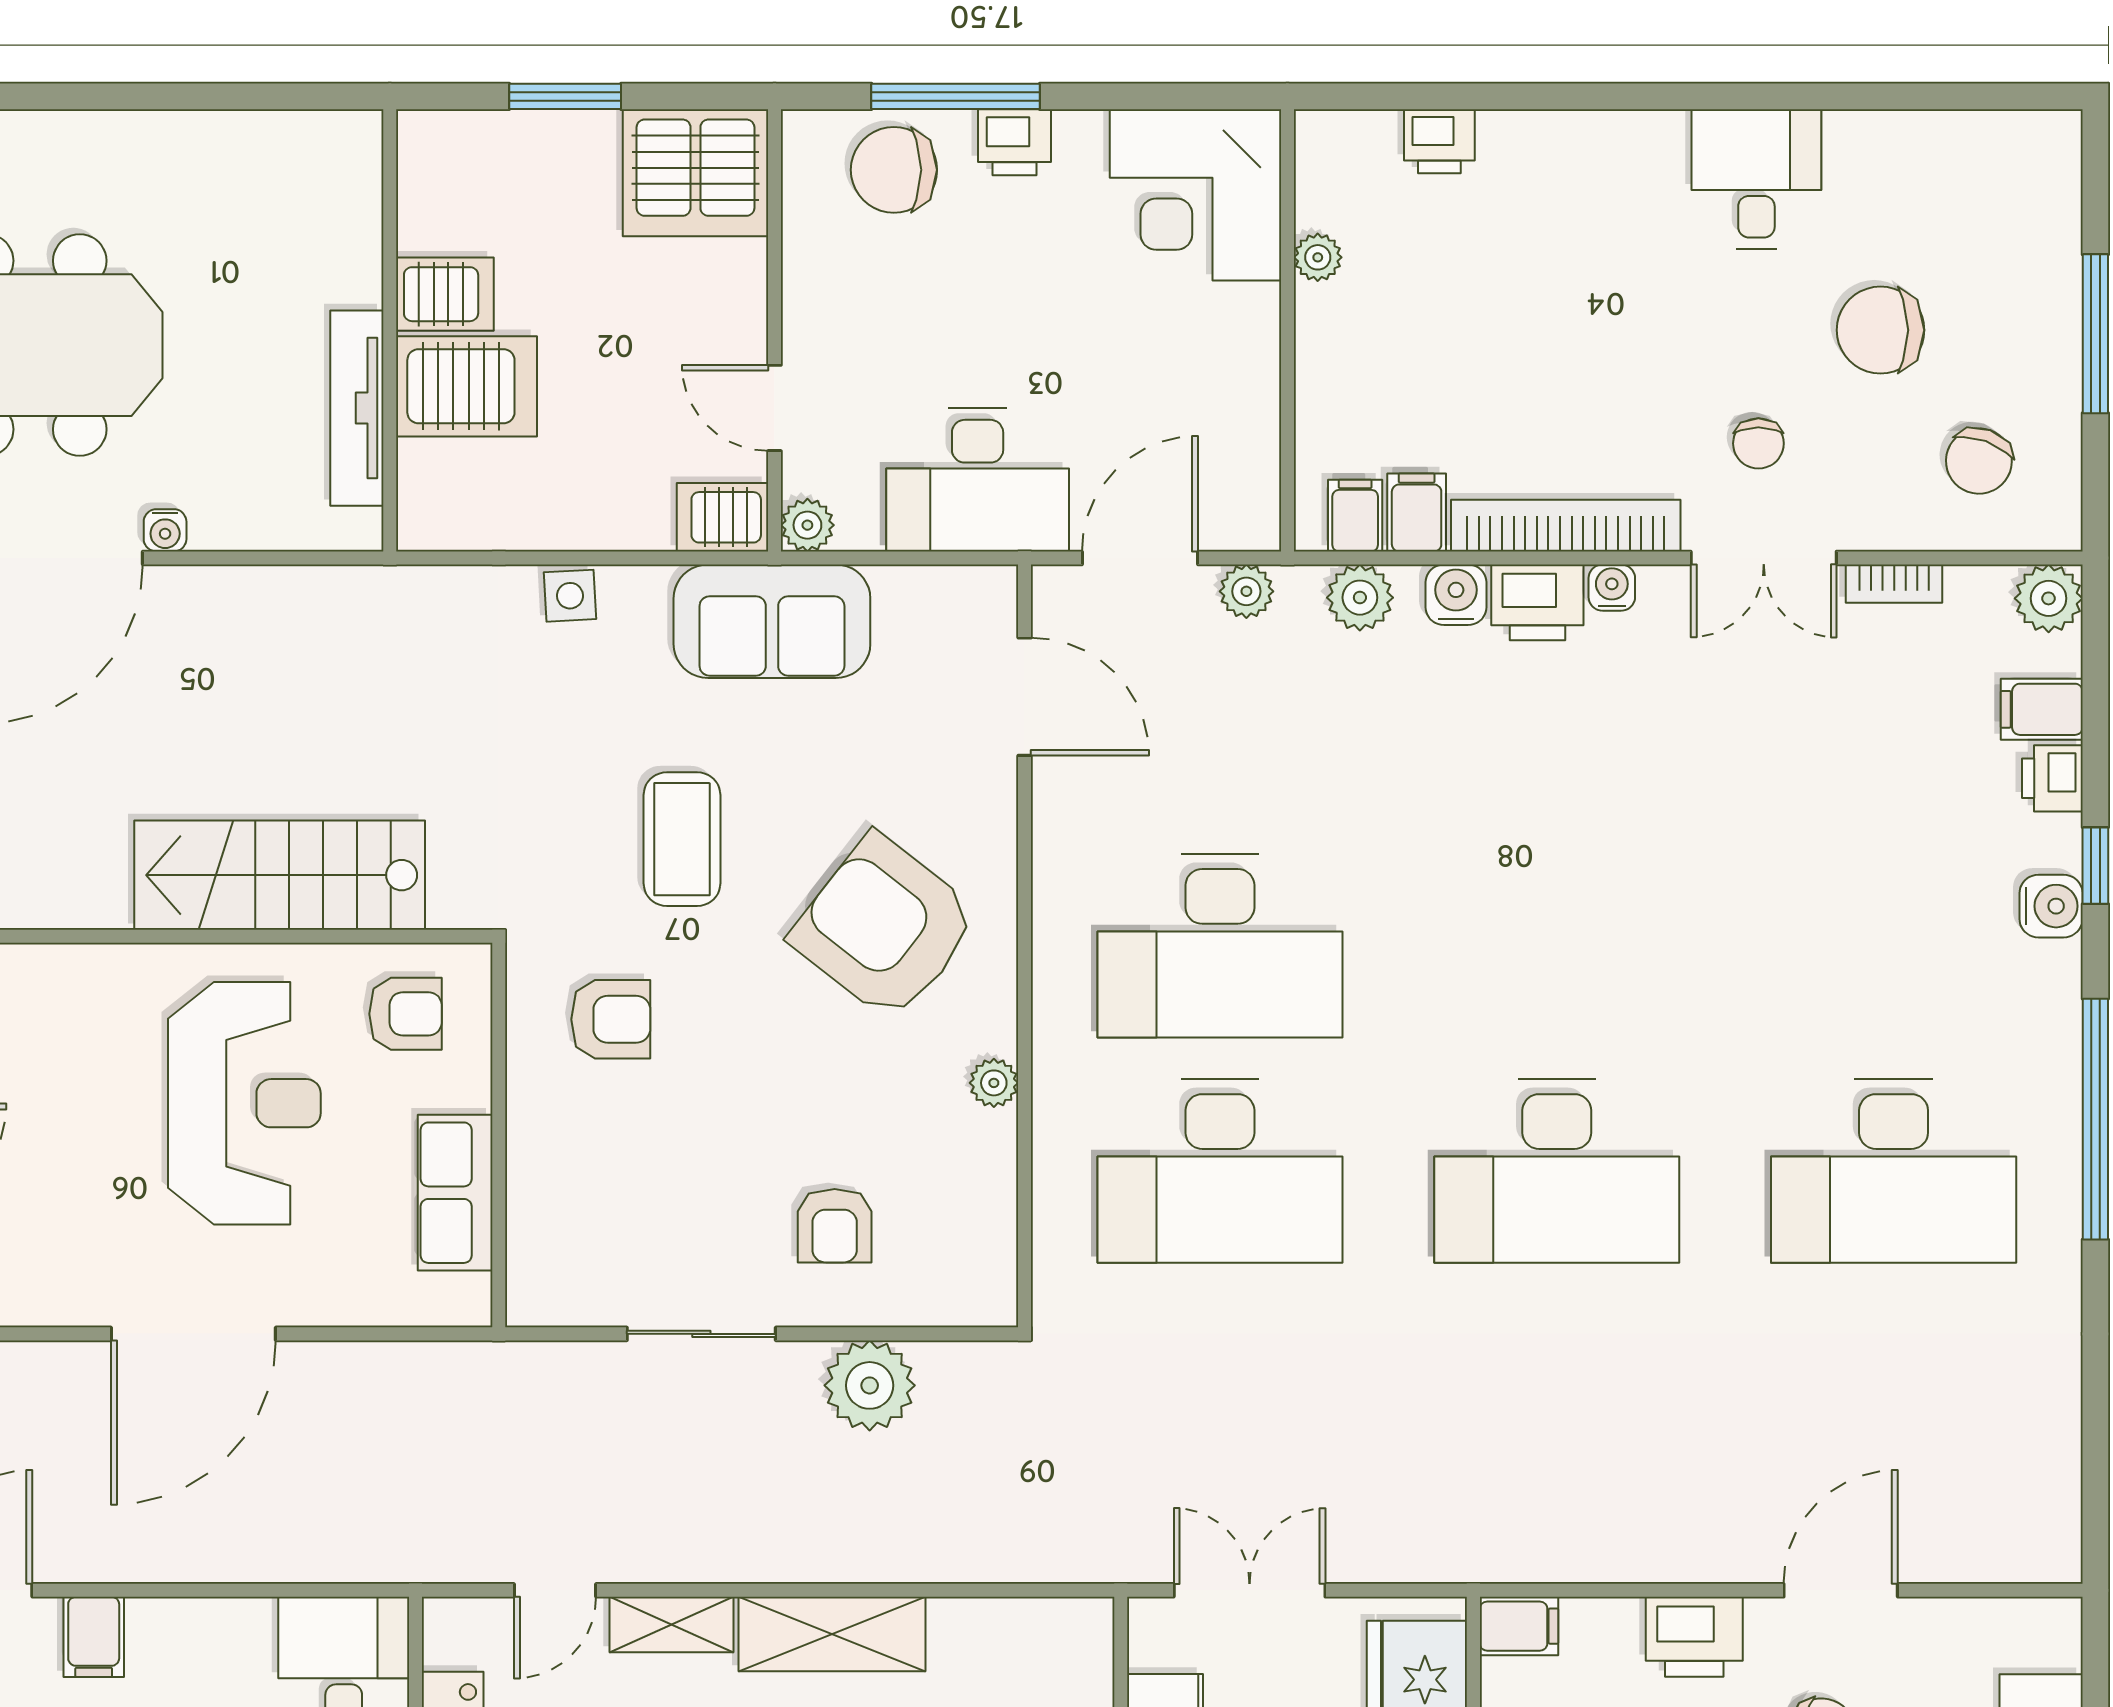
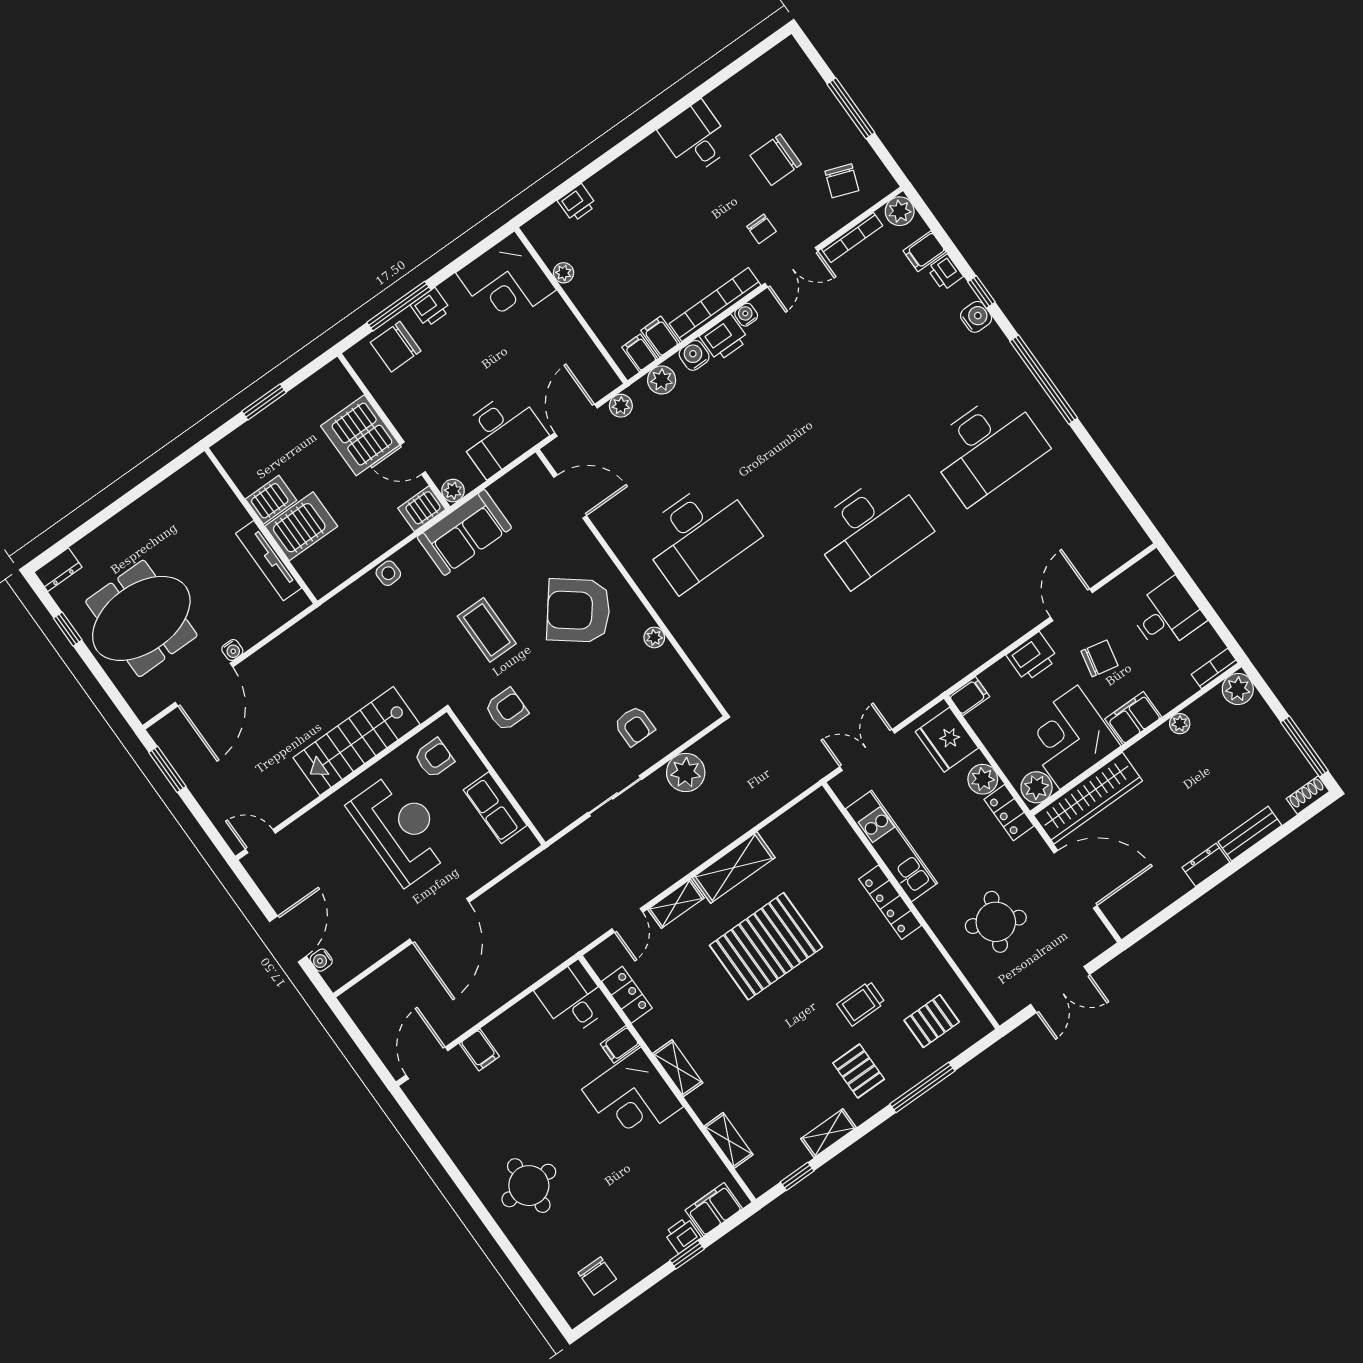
server rack: (695, 173) -> (360, 435), moved, turned 90
bookcase: (1894, 584) -> (852, 237), width x1.56
desk: (1220, 1171) -> (754, 612), removed

